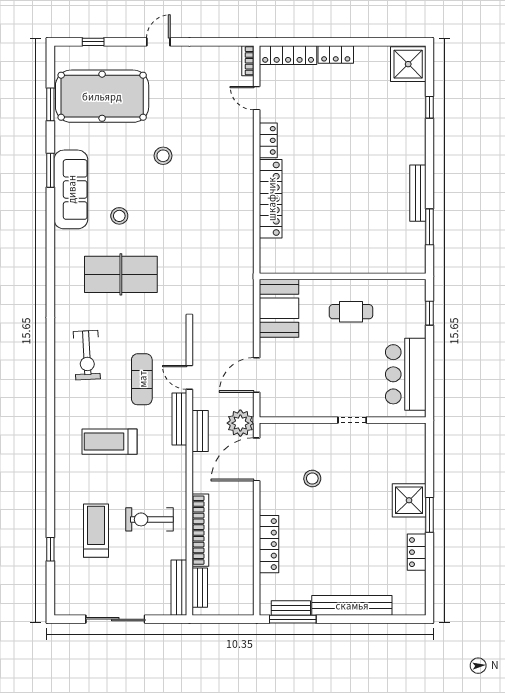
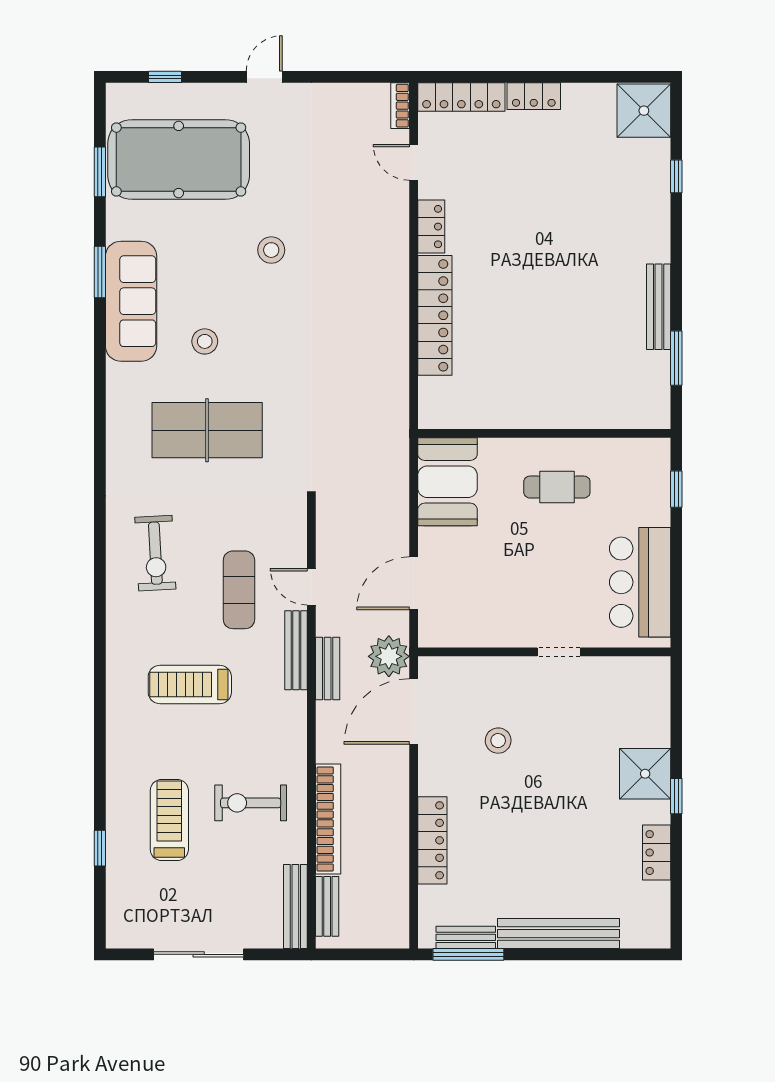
window: (429, 515) -> (676, 796), width x0.67

